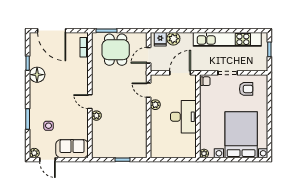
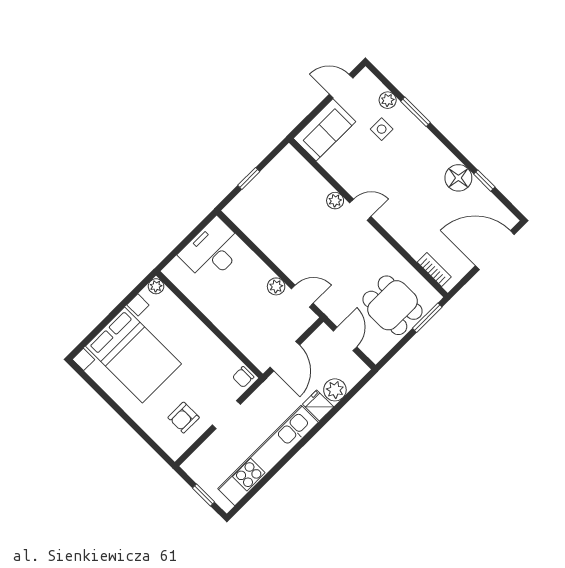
fridge: (160, 39) -> (318, 405), moved
desk: (183, 117) -> (212, 251), moved, turned 90
plant: (34, 153) -> (388, 100), moved

